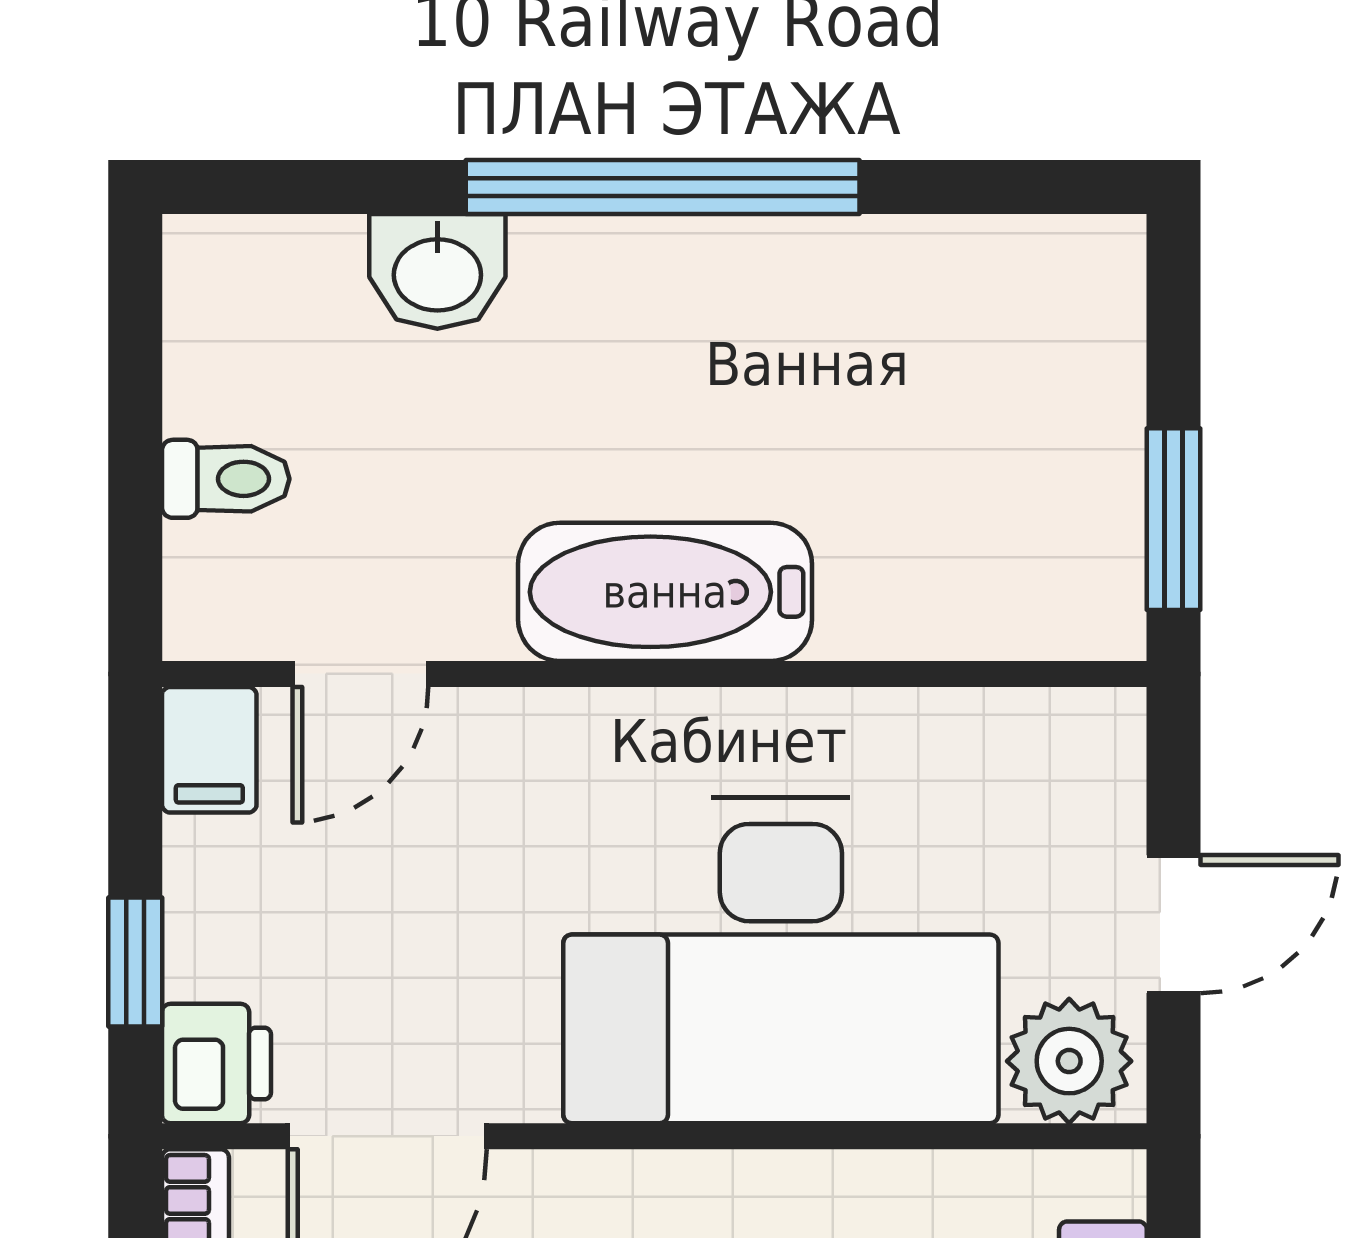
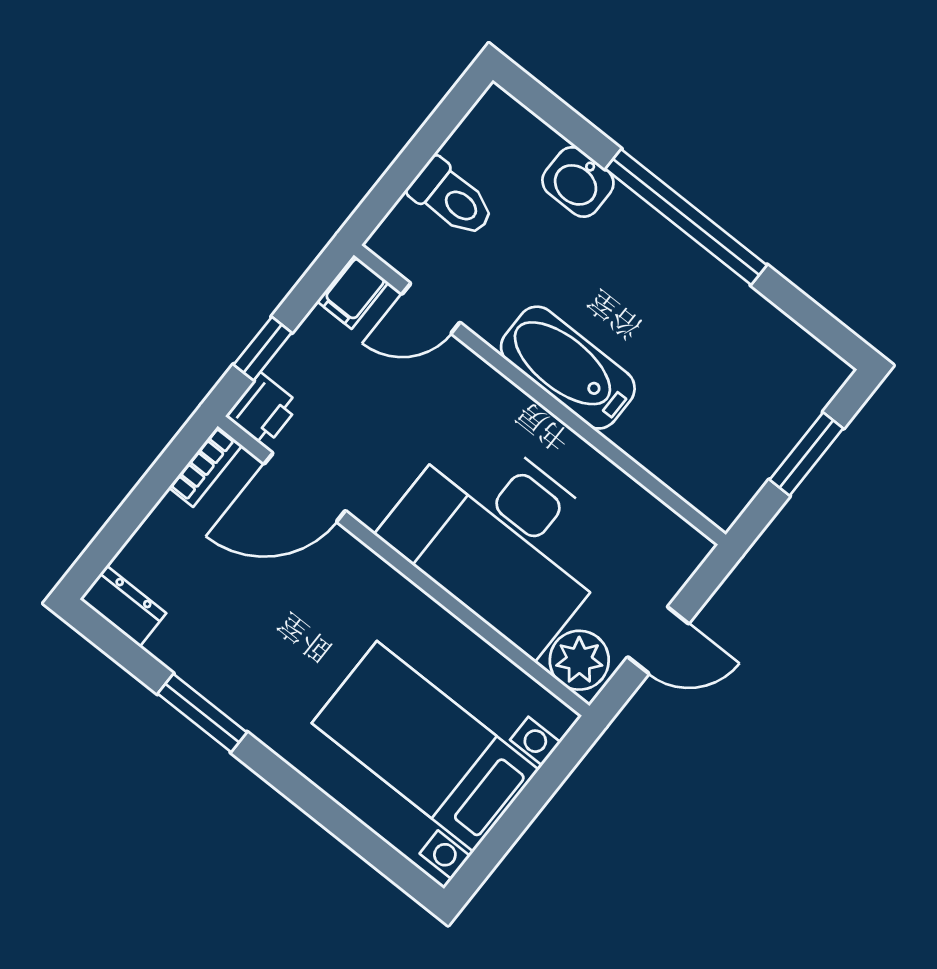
toilet: (226, 479) -> (452, 198), width x1.37, depth x1.39
window: (1174, 519) -> (806, 454), moved

